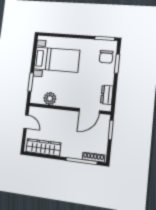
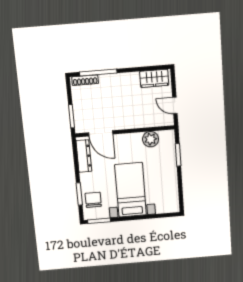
bed with nightstands: (57, 60) -> (131, 190), moved, turned 90
dresser: (107, 95) -> (84, 156), width x1.44
door: (89, 111) -> (101, 133), swing flipped
wardrobe: (43, 147) -> (154, 78), width x0.67

